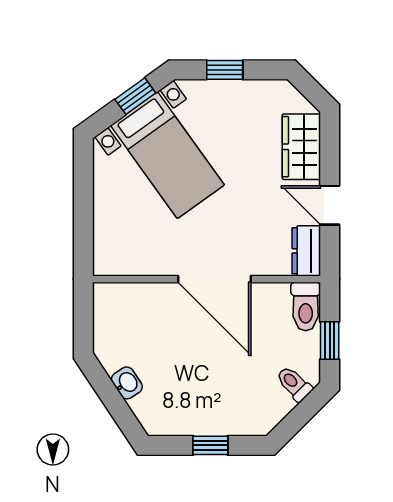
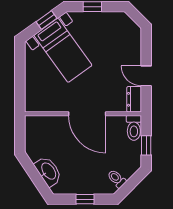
wardrobe: (301, 147) -> (132, 46), removed
washbasin: (127, 383) -> (48, 171), width x1.91, depth x1.45
toilet: (294, 384) -> (117, 179), moved

